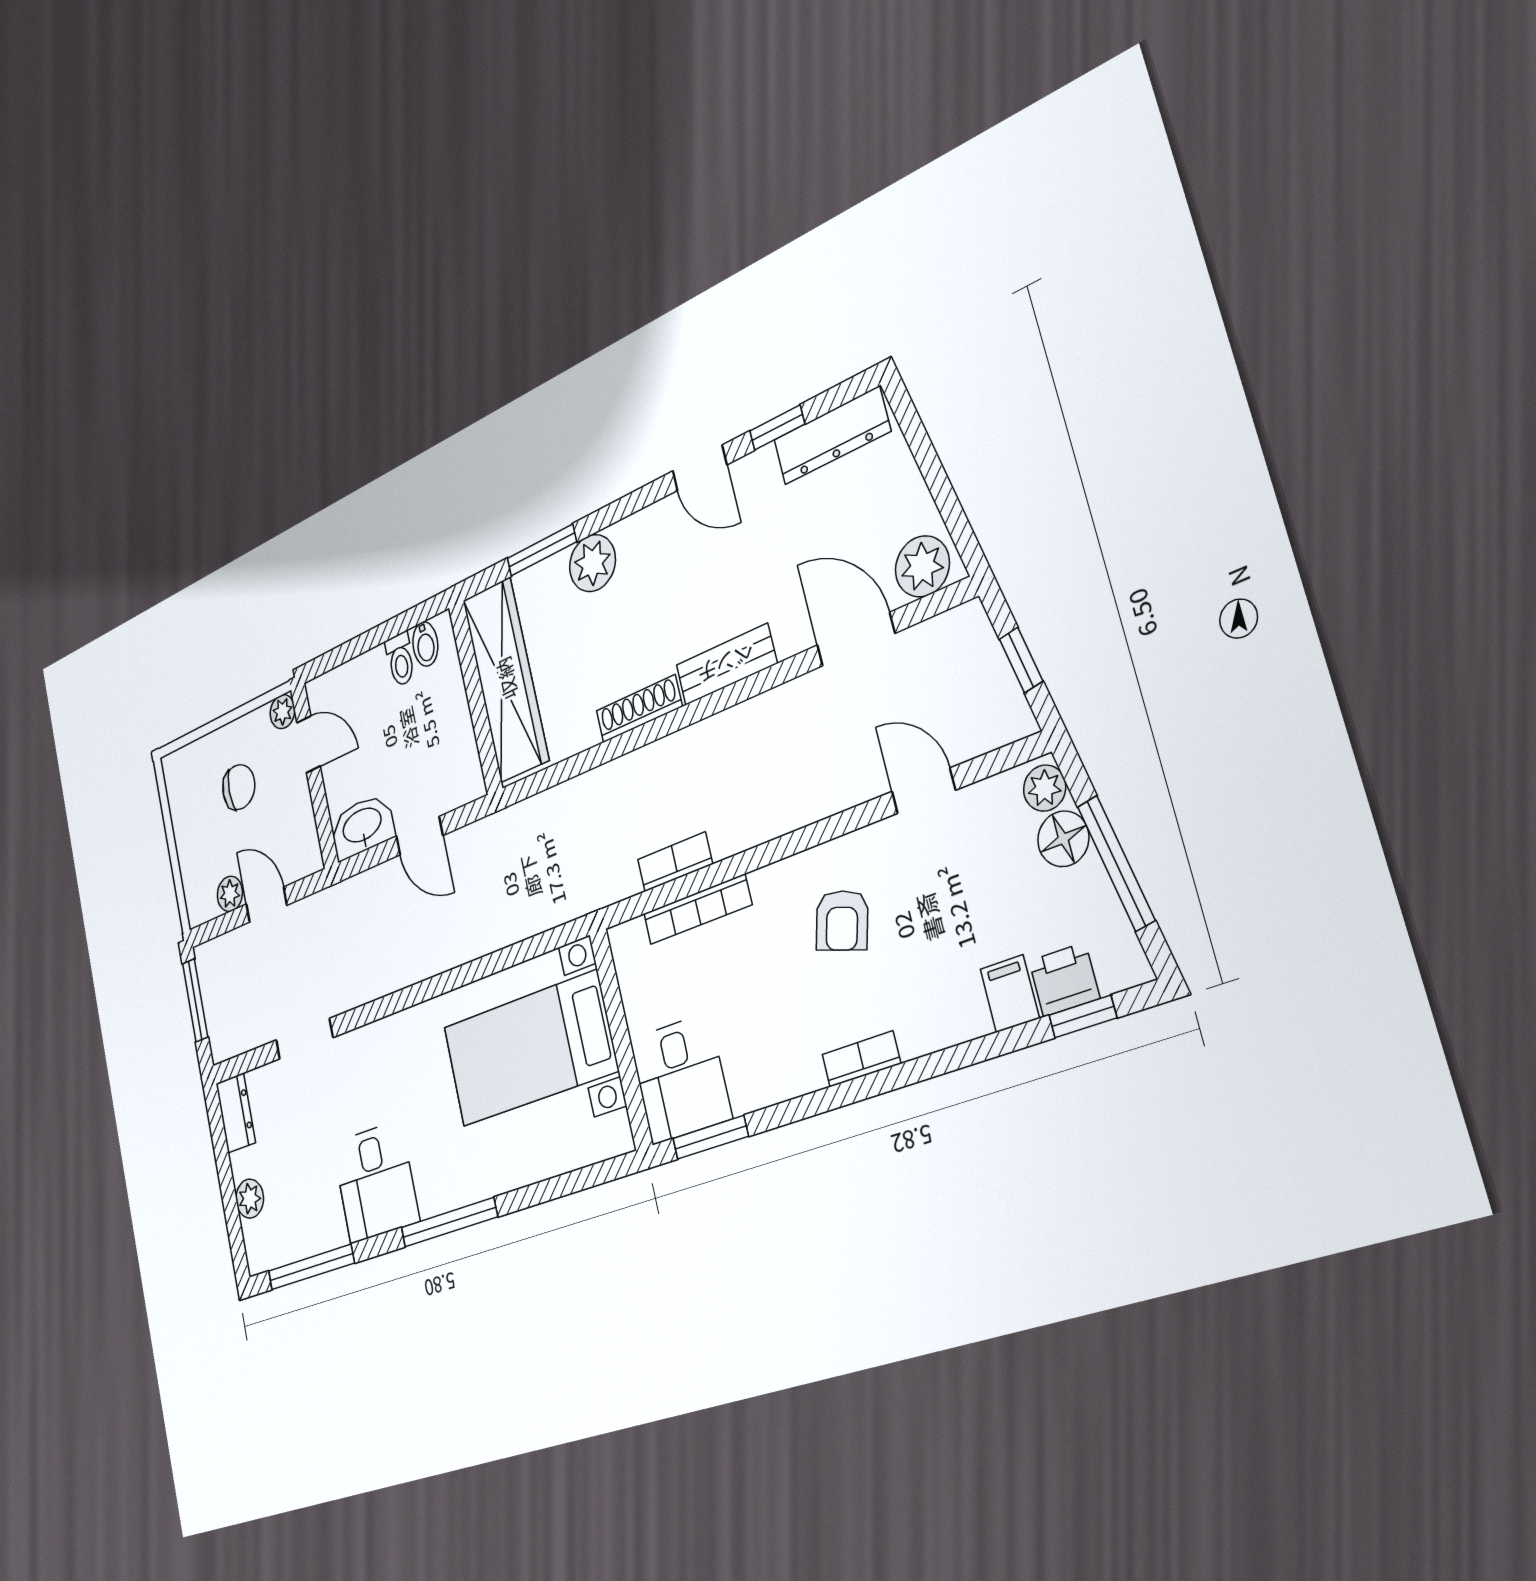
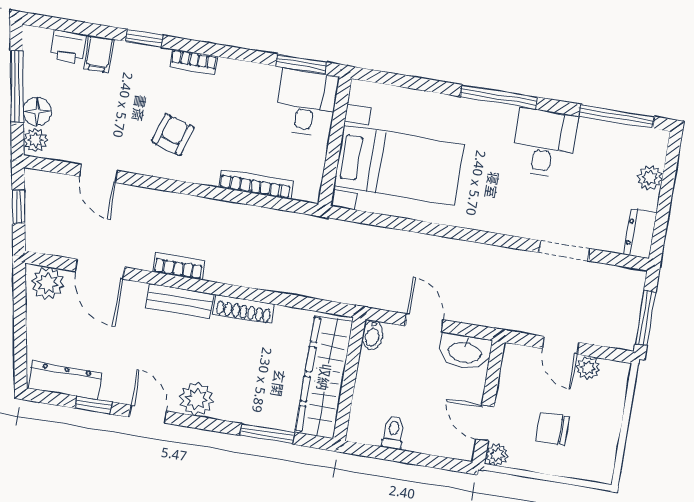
plant: (592, 563) -> (197, 399), moved
bidet: (425, 644) -> (373, 335), moved, turned 180
bookcase: (675, 862) -> (178, 266), moved, turned 180
window: (1083, 1017) -> (144, 38), moved

